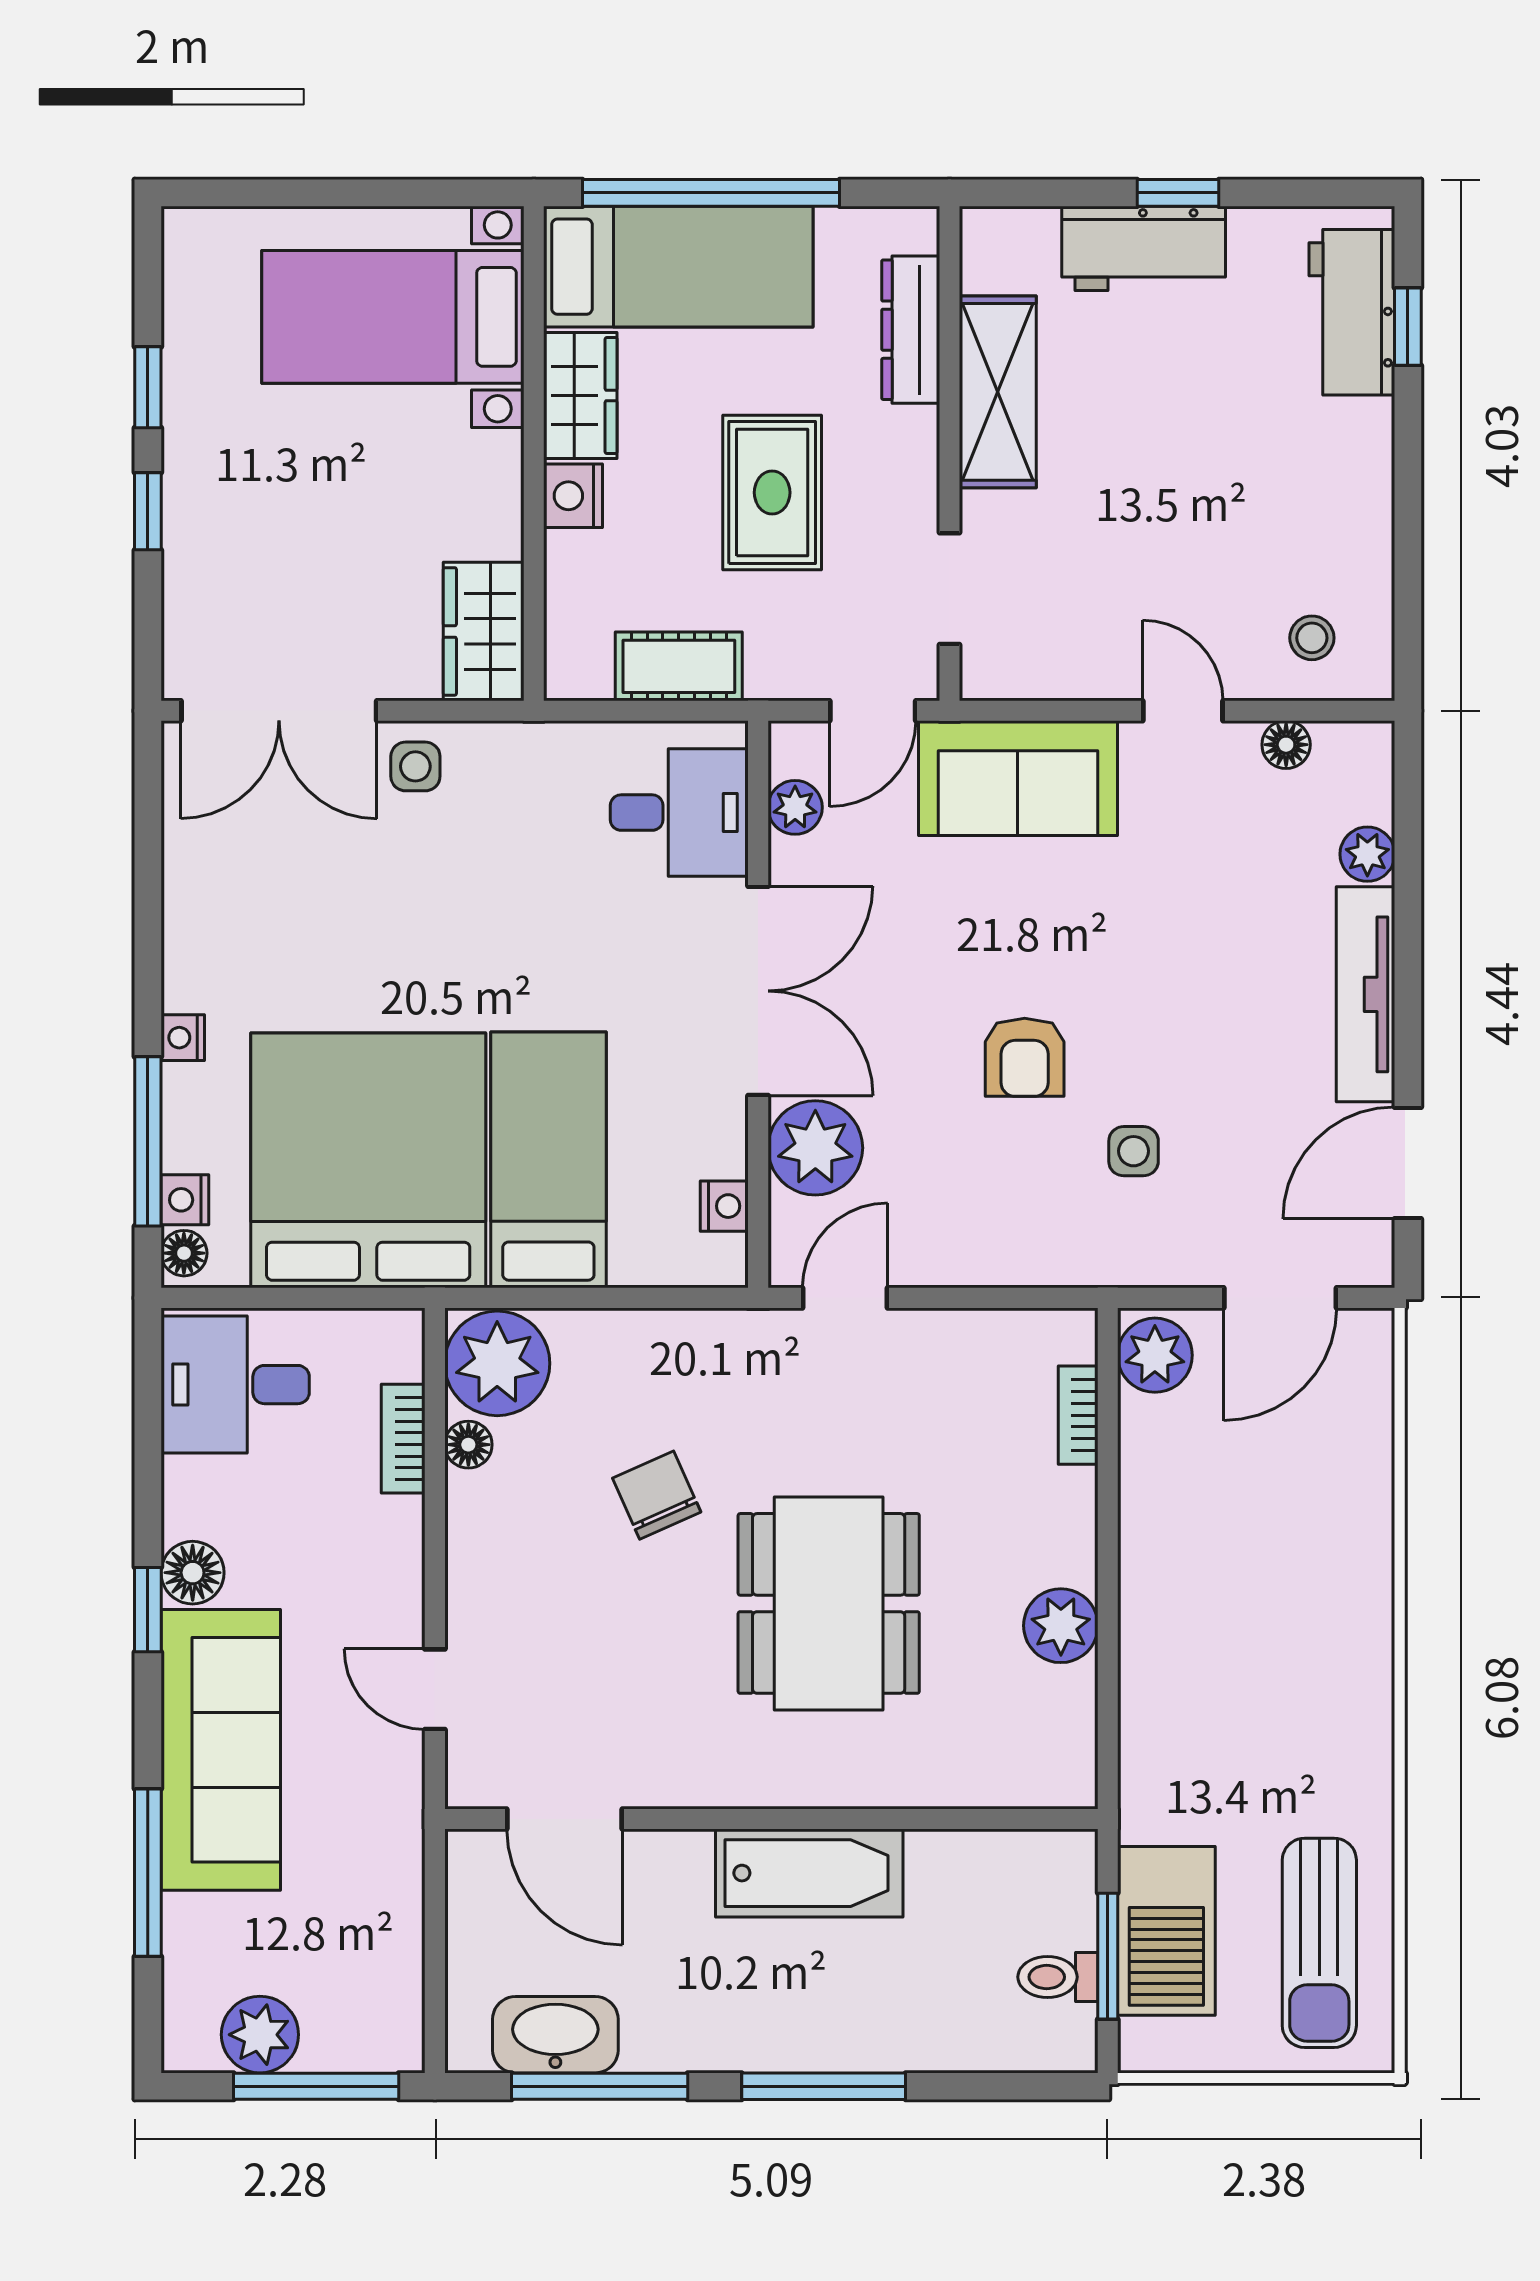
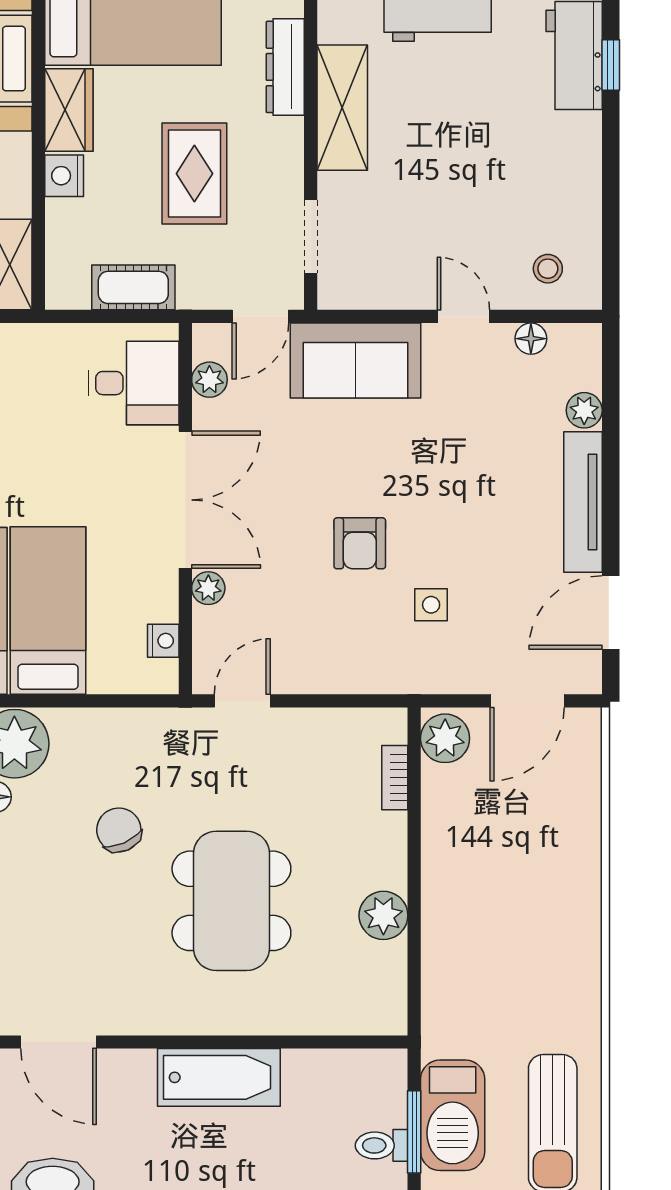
plant: (815, 1148) -> (208, 588), width x0.53, depth x0.53

